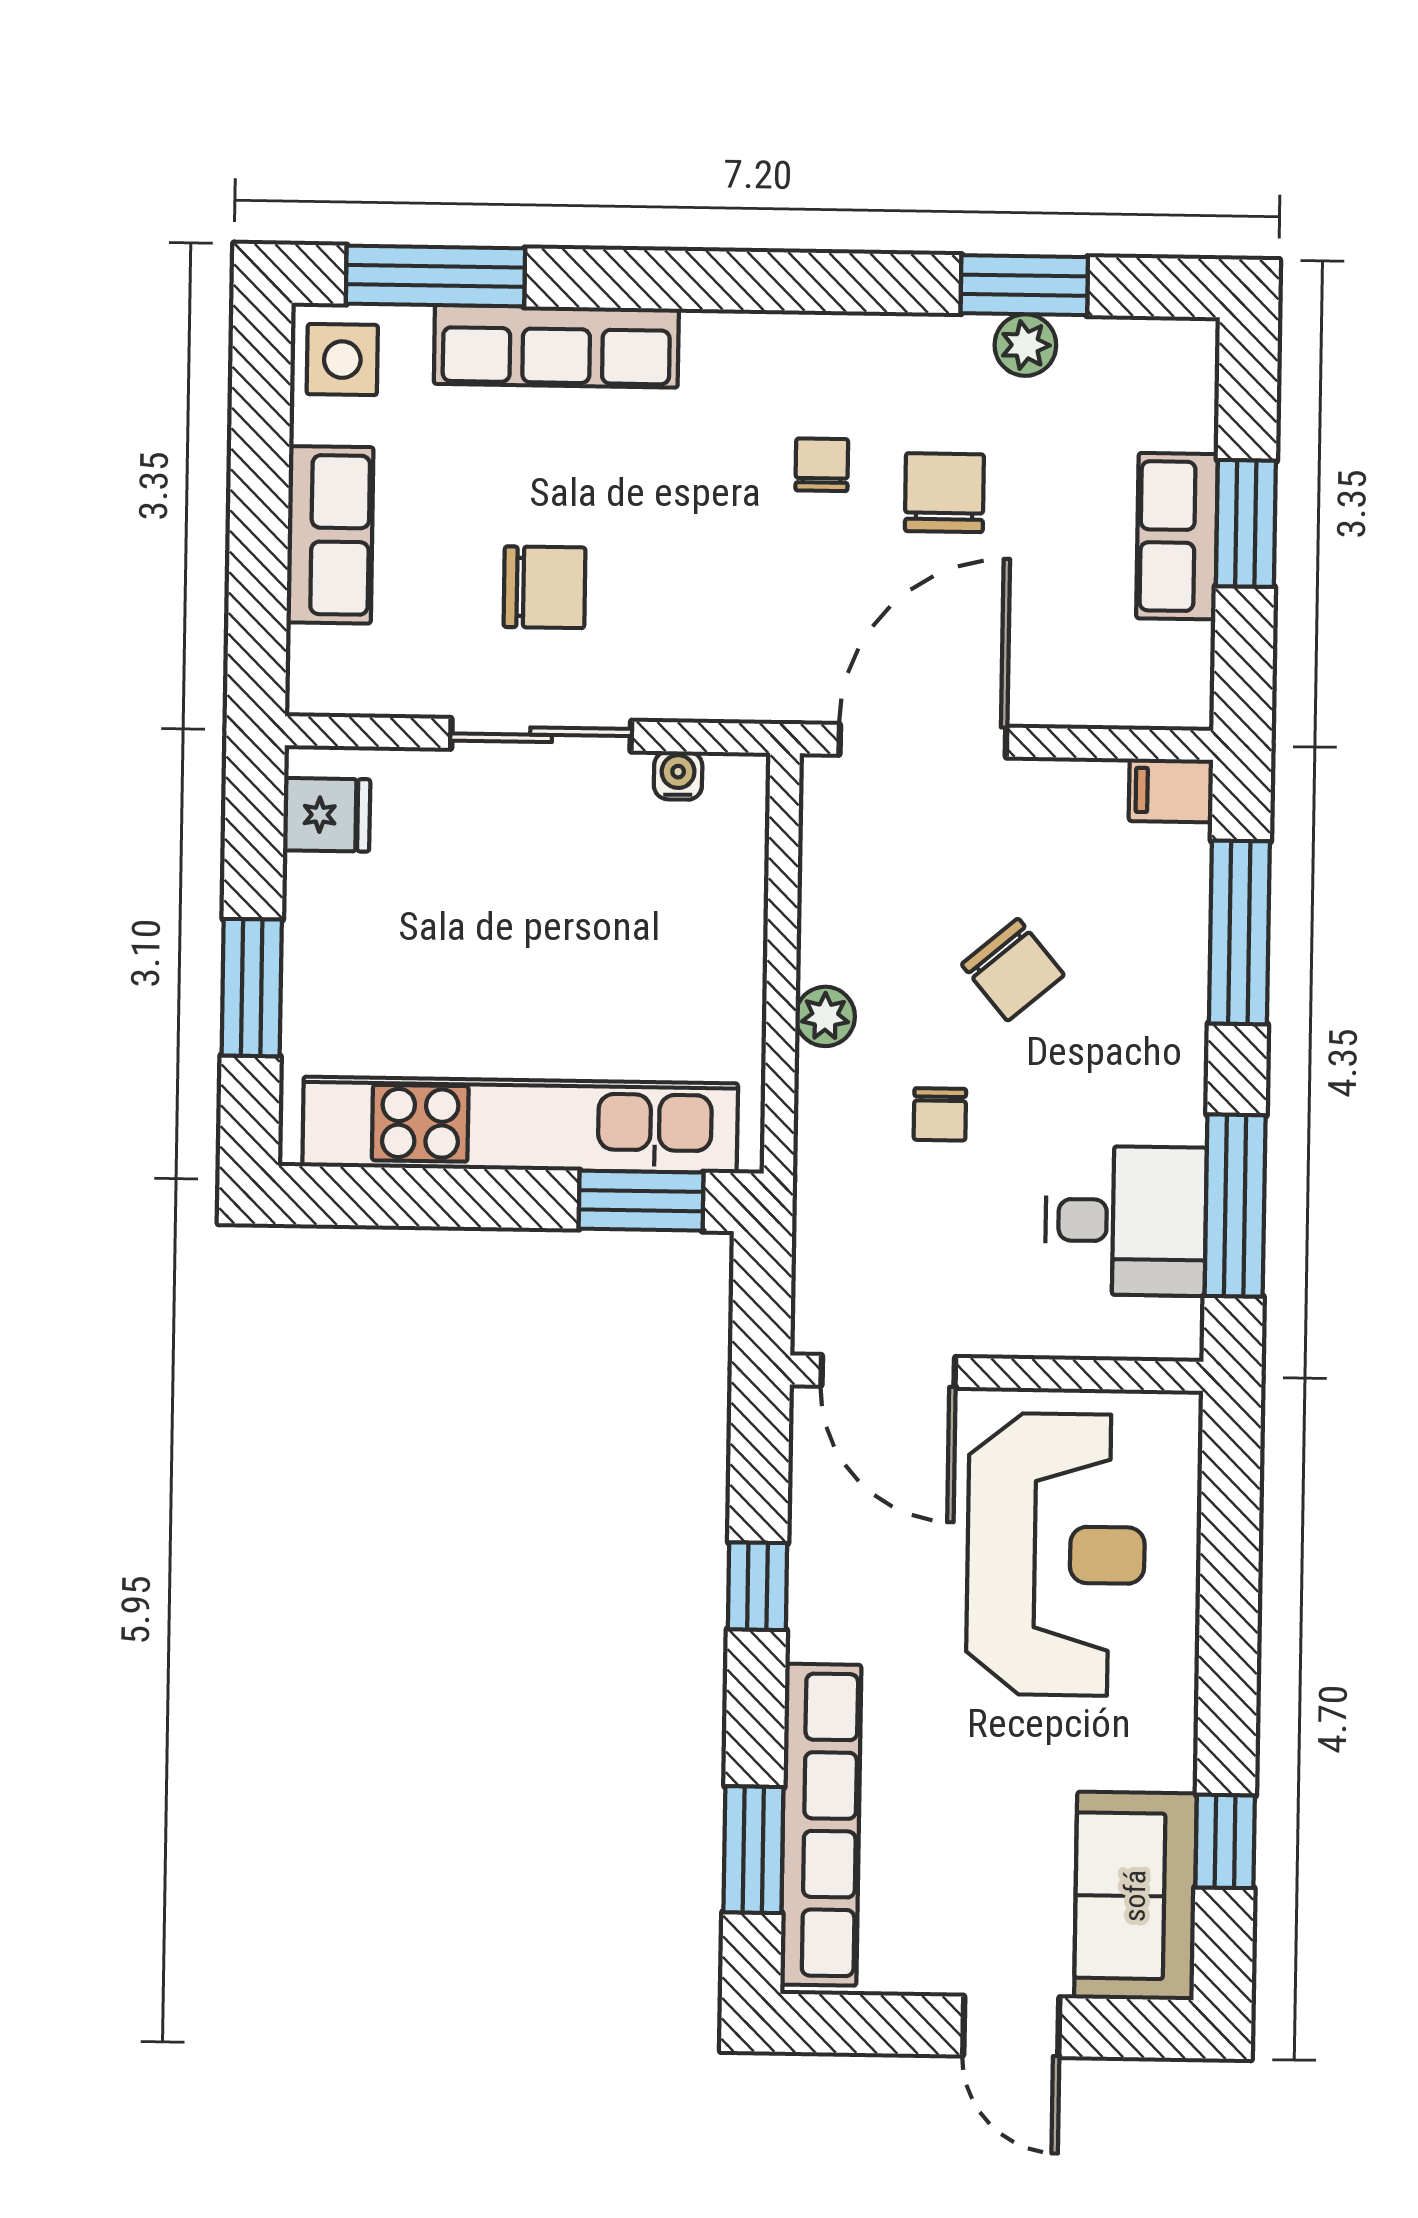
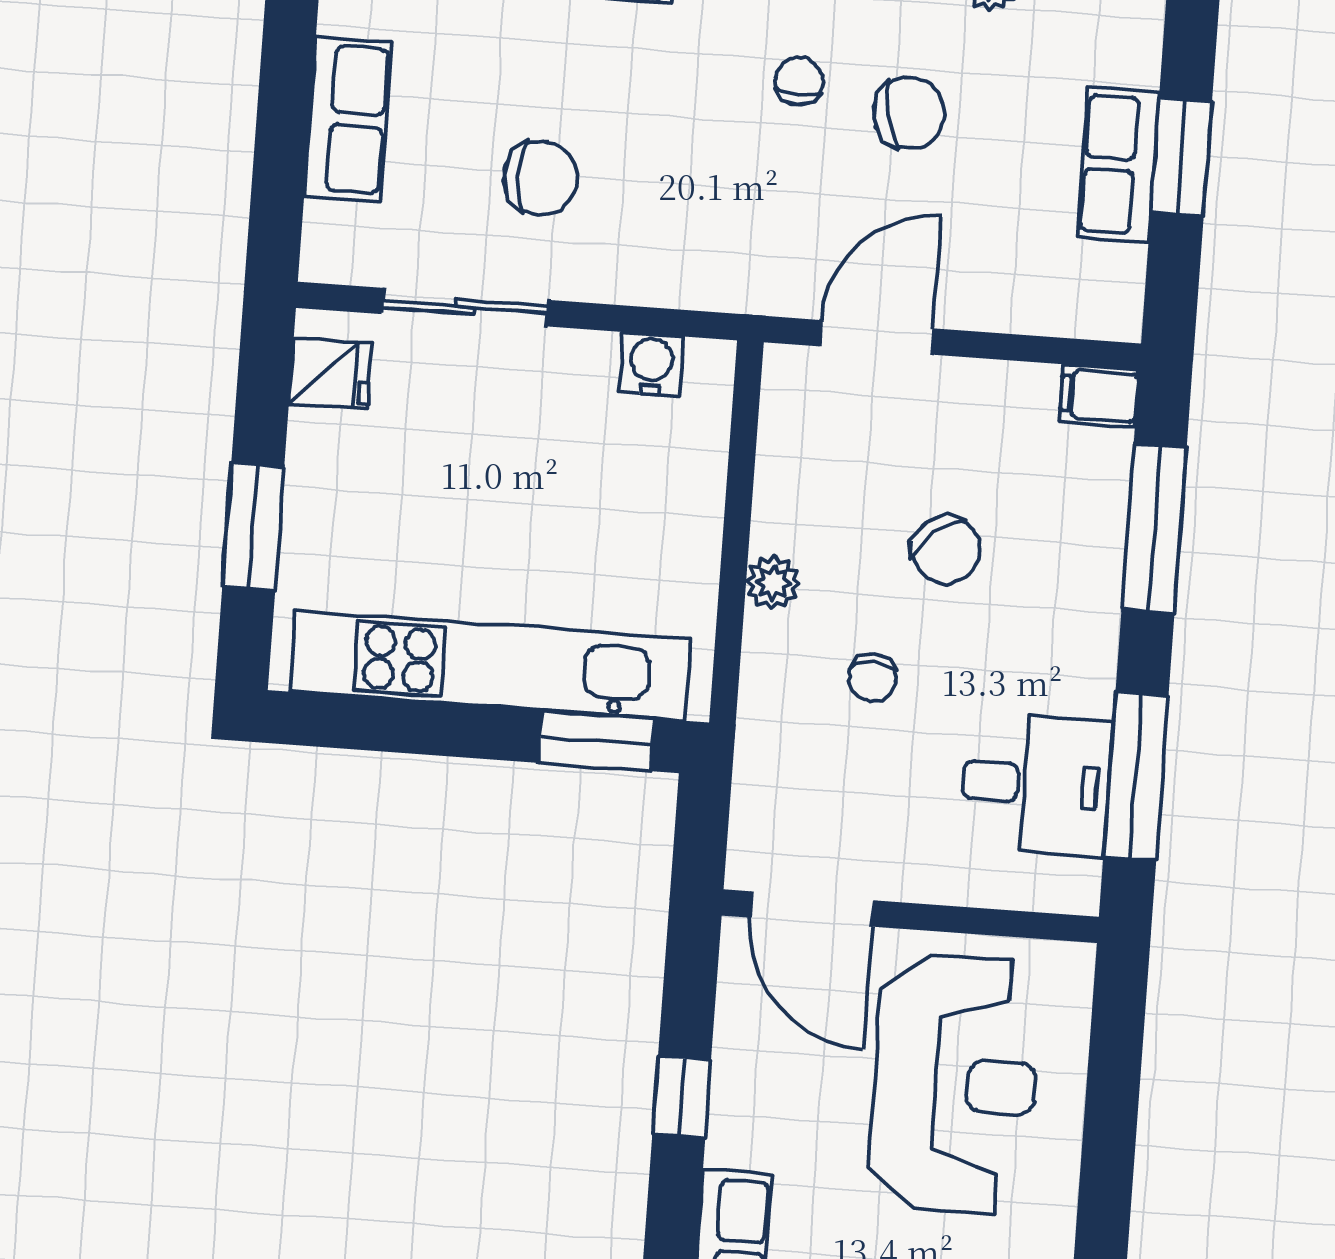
chair: (944, 493) -> (909, 113), turned 78
sliding door: (541, 735) -> (465, 307), moved
door: (923, 741) -> (876, 337), width x0.73
water cooler: (678, 775) -> (651, 364), width x1.38, depth x1.38

